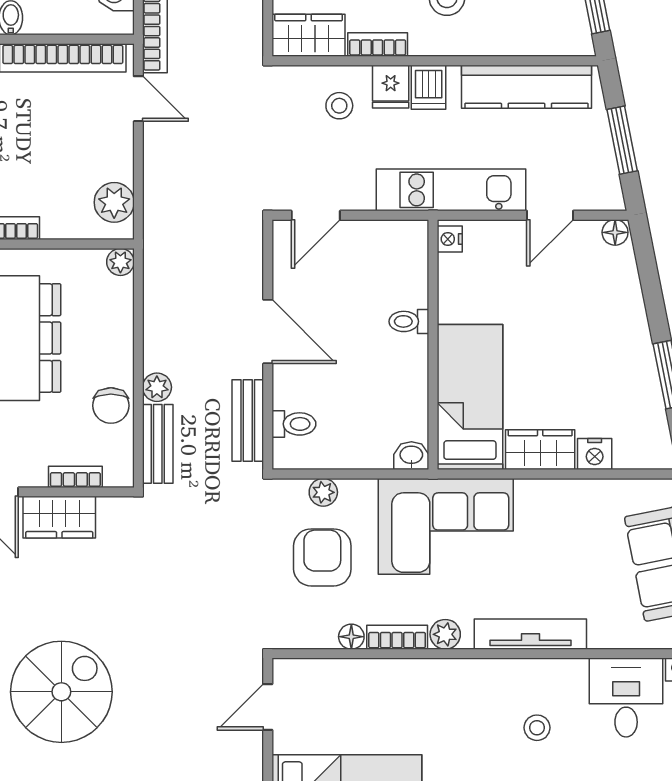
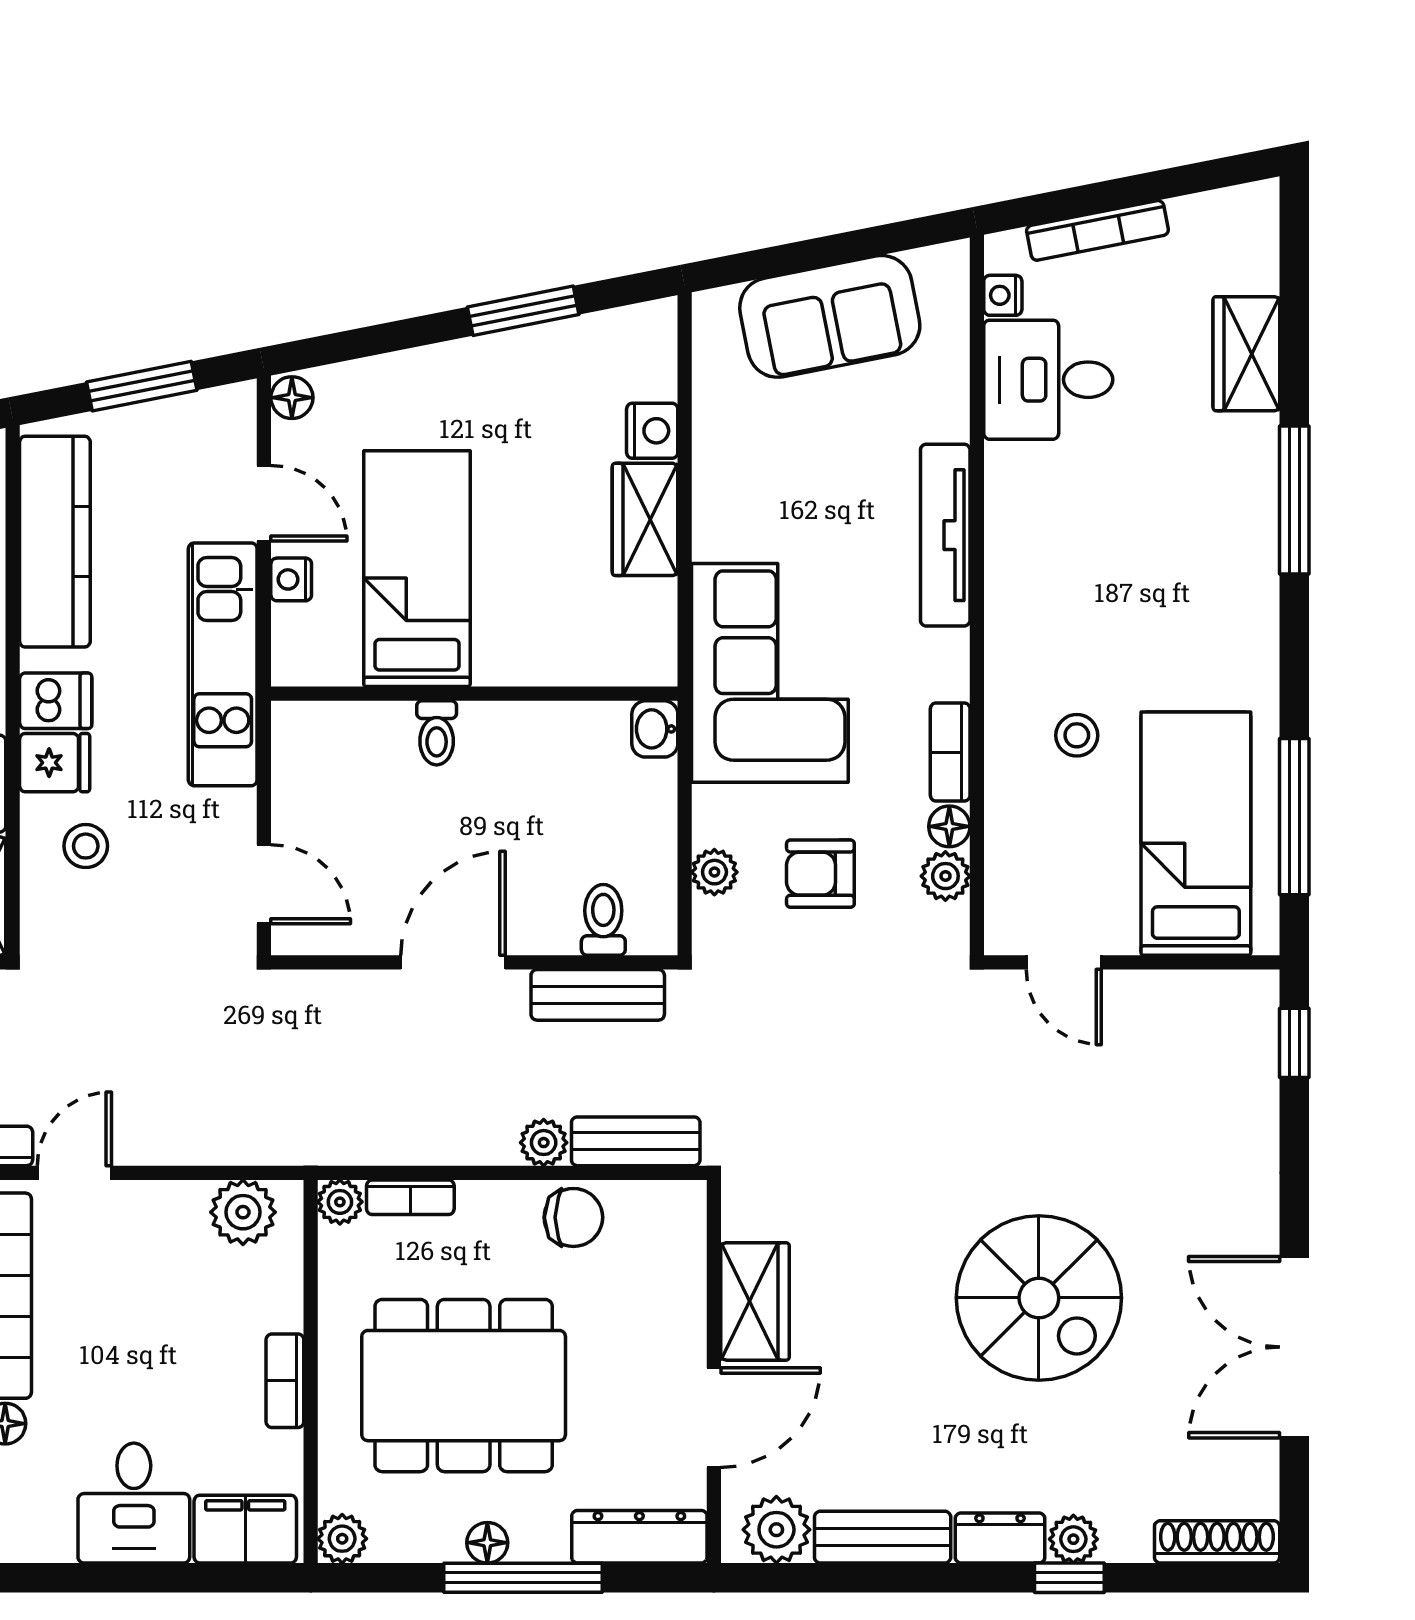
nightstand: (450, 239) -> (291, 579), moved, turned 90
bed: (470, 397) -> (417, 569), moved, turned 90
bookcase: (75, 477) -> (410, 1197), moved, turned -90
armchair: (322, 557) -> (820, 874), width x0.72, depth x0.72
plant: (445, 634) -> (945, 876), moved
spiral stairs: (61, 692) -> (1039, 1298), turned 180
stool: (537, 728) -> (1077, 735), moved

